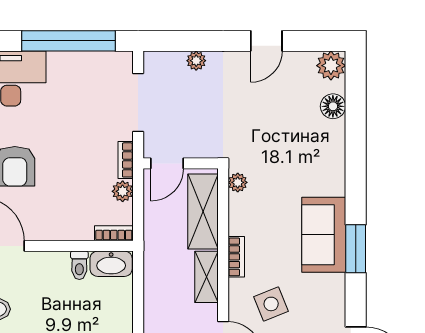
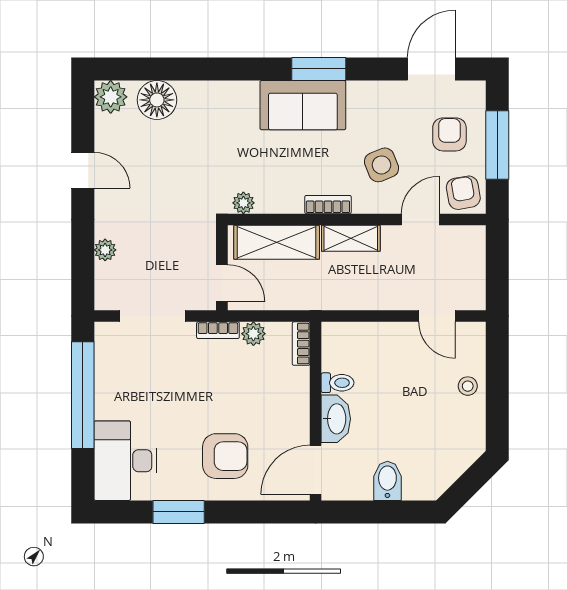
floor lamp: (333, 106) -> (157, 100), width x1.38, depth x1.38
washbasin: (111, 264) -> (336, 419), moved

